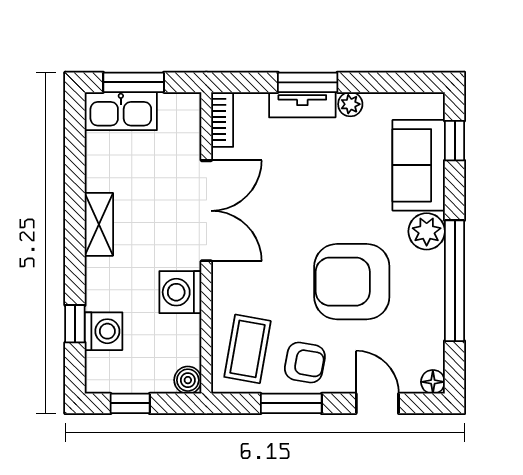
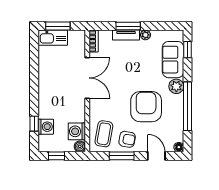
shelving: (99, 224) -> (44, 83), removed
armchair: (352, 282) -> (146, 107), turned 90
washing machine: (180, 292) -> (77, 131), moved

